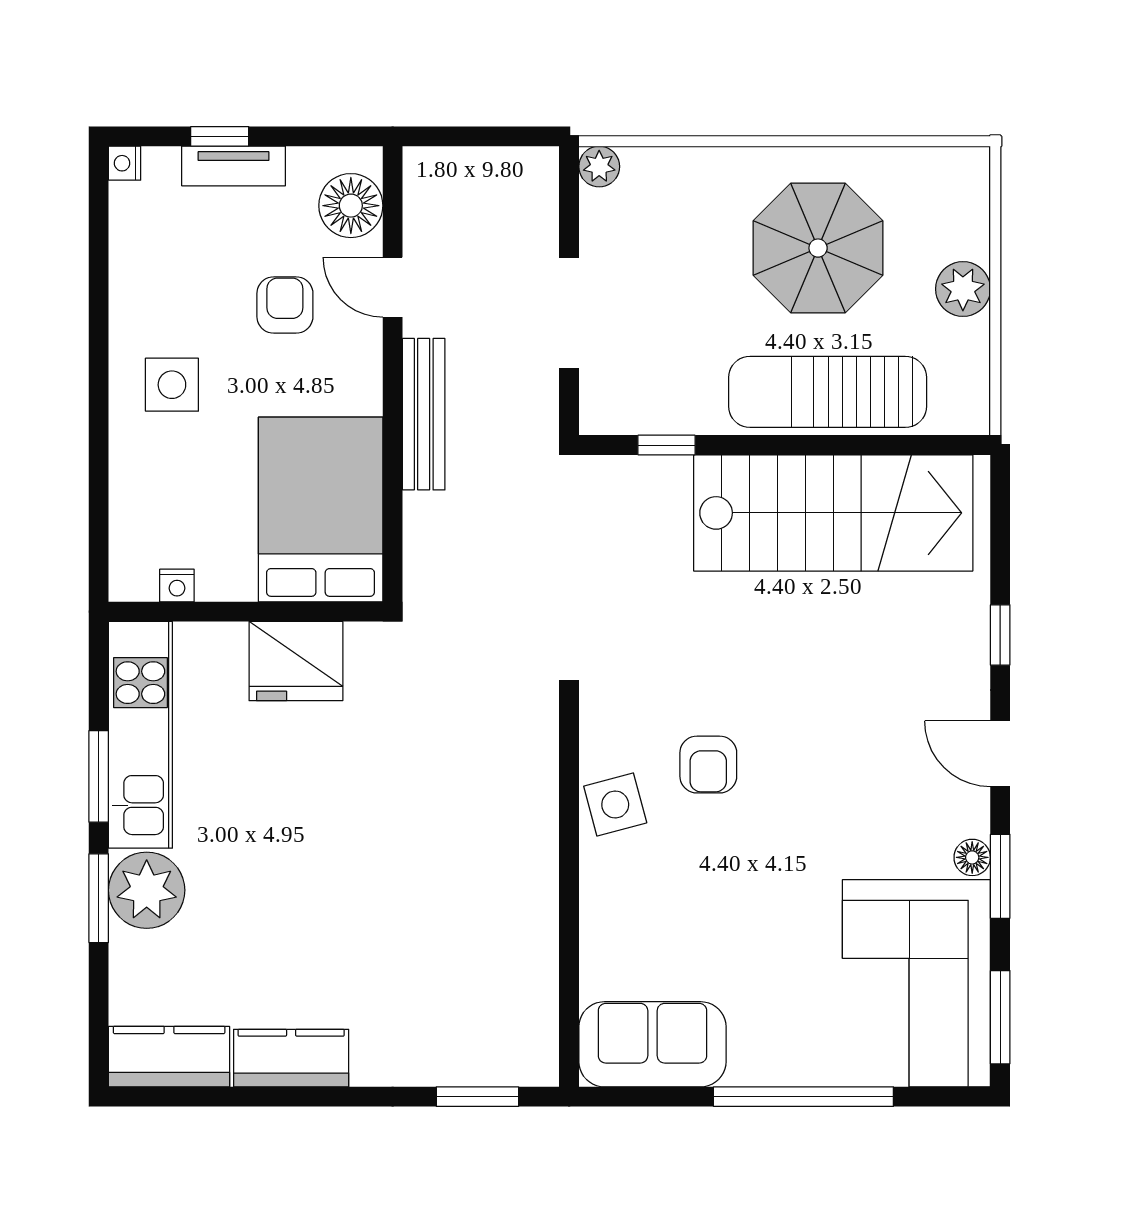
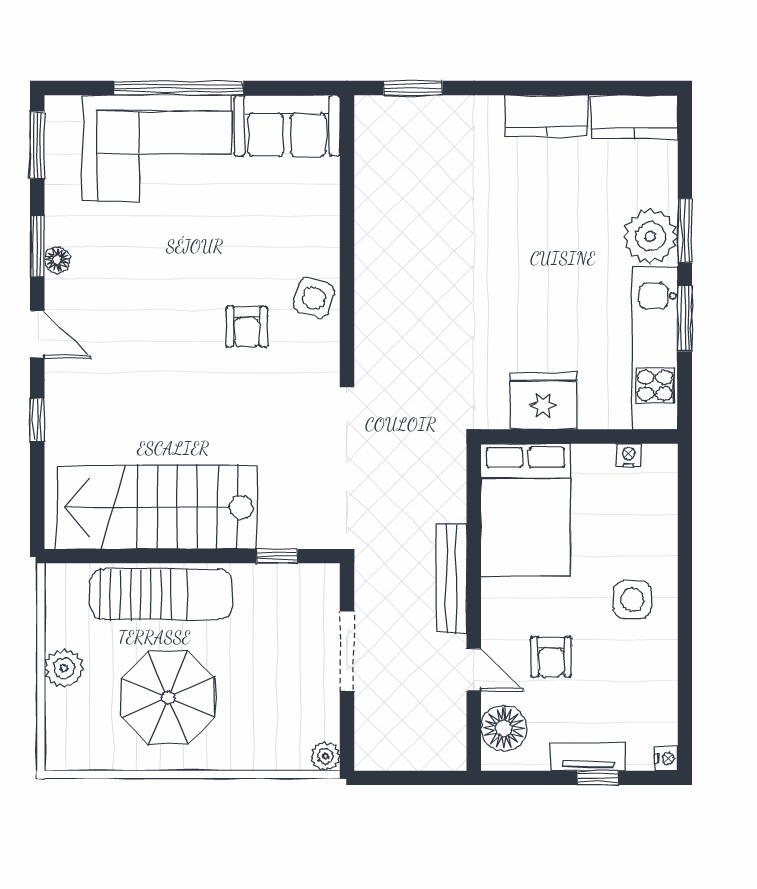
armchair: (708, 765) -> (247, 327), turned 180
side table: (615, 805) -> (314, 298), turned 32
corner sofa: (916, 983) -> (157, 148), moved, turned 90

